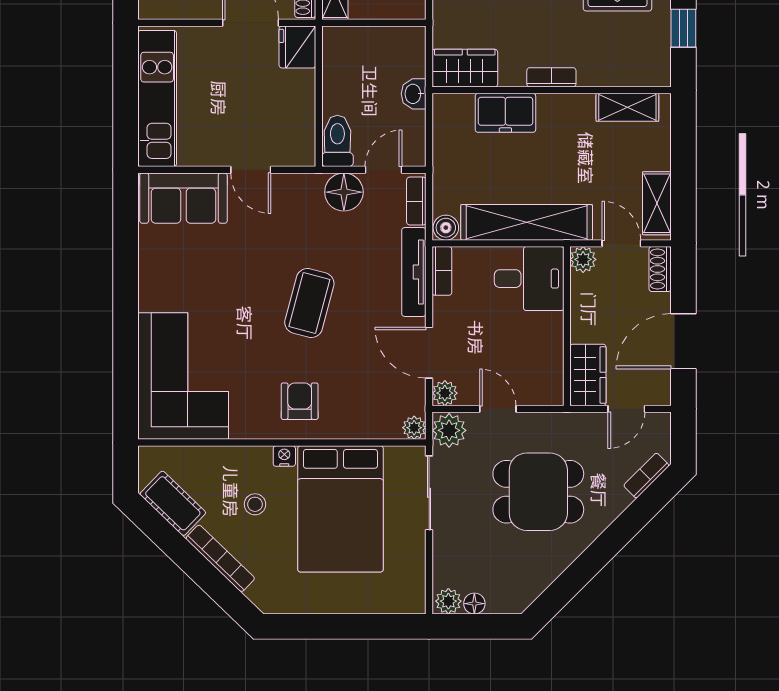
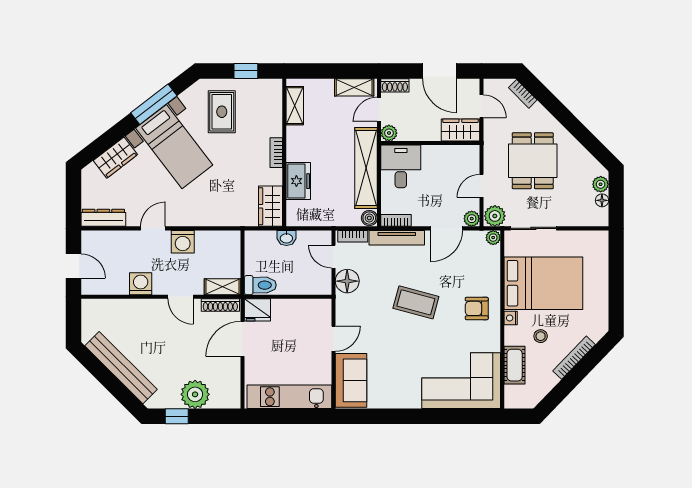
toilet: (337, 141) -> (260, 285), moved, turned 180
cot: (173, 503) -> (515, 365), moved, turned -44
plant: (448, 601) -> (601, 184), moved

